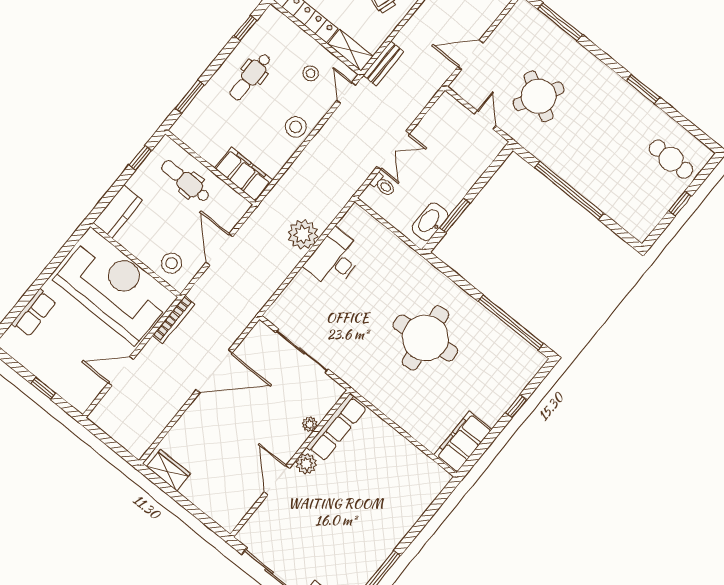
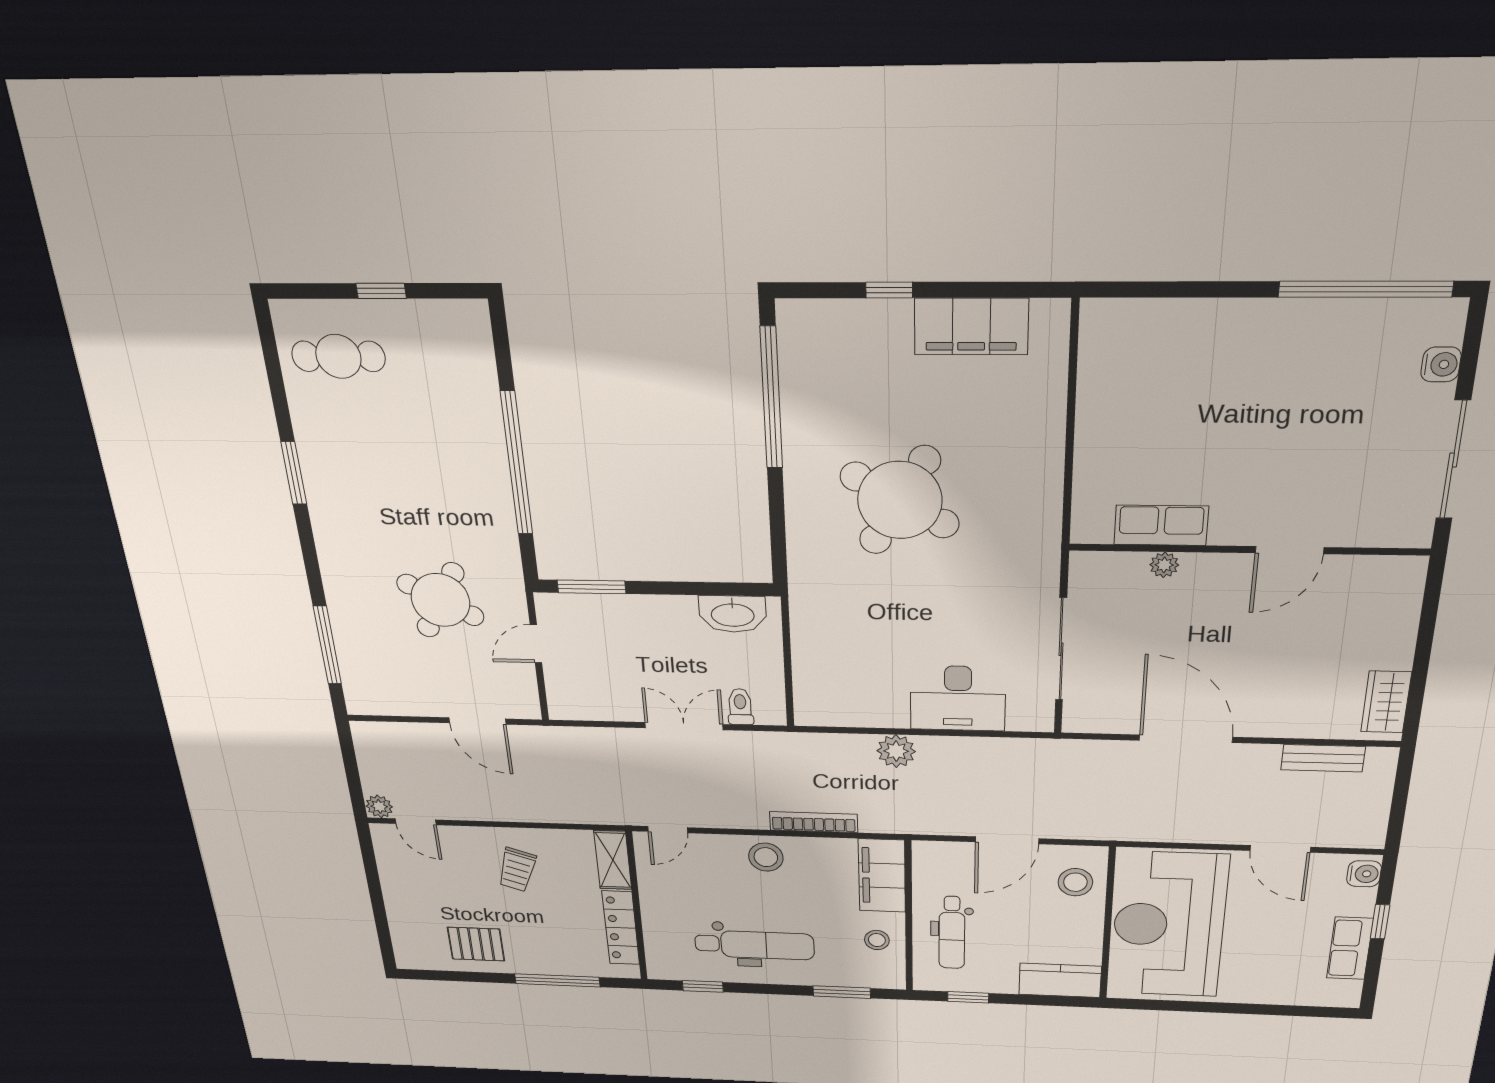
bench: (383, 64) -> (1323, 758), moved
stool: (311, 73) -> (877, 940), moved
dental chair: (250, 77) -> (754, 945), width x1.36, depth x1.38
cafe table: (671, 159) -> (338, 356), turned 90
window: (455, 215) -> (591, 587), moved
plant: (303, 234) -> (896, 751), width x0.73, depth x0.73
desk: (335, 259) -> (958, 698), moved
row of seats: (34, 313) -> (1350, 948), moved, turned -90
bookcase: (174, 320) -> (814, 822), moved
round table: (425, 338) -> (900, 500), turned 38
water cooler: (78, 399) -> (1364, 874), added
row of seats: (337, 428) -> (1161, 525), width x0.68
filing cabinet: (463, 442) -> (971, 326), moved
plant: (306, 464) -> (1231, 528), removed

